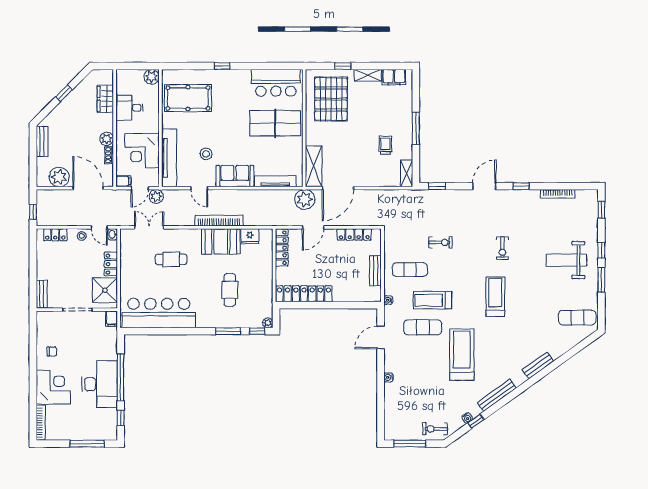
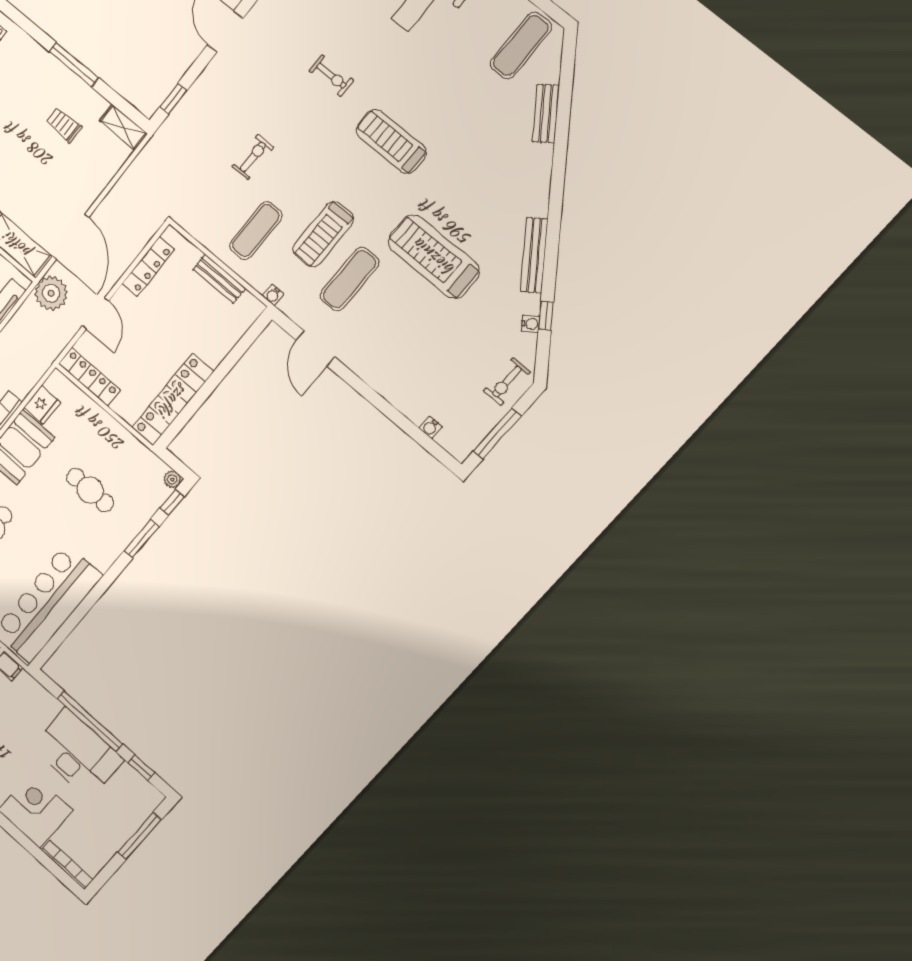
bench: (538, 365) -> (546, 114), moved
water cooler: (388, 377) -> (430, 427), moved

